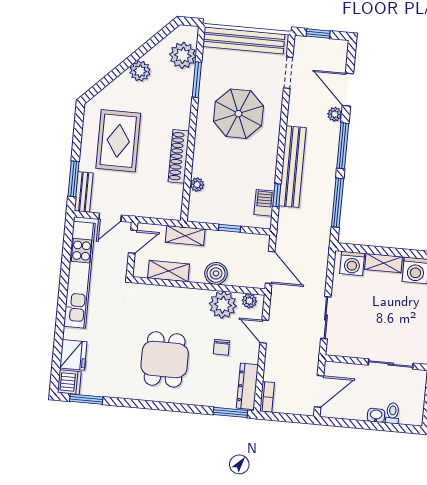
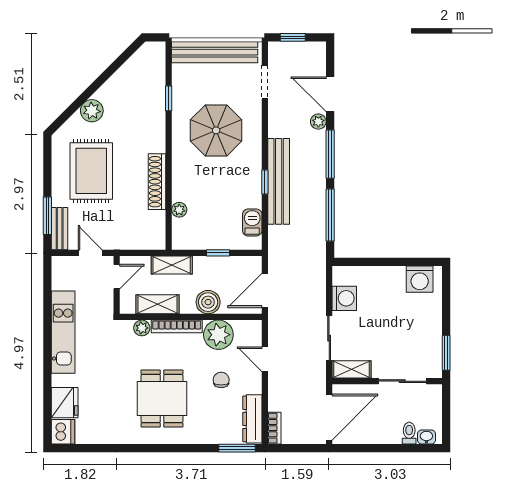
plant: (183, 55) -> (151, 74), removed
plant: (140, 71) -> (92, 111), moved
window: (197, 80) -> (169, 98), width x0.67
window: (277, 195) -> (265, 182), moved
door: (110, 217) -> (90, 253), swing flipped
washing machine: (352, 263) -> (344, 298), moved, turned -90
shelving: (383, 263) -> (352, 369), moved
door: (270, 267) -> (265, 290), swing flipped
kitchen unit: (79, 275) -> (63, 332), width x0.73
bookcase: (185, 293) -> (177, 326), added
plant: (249, 301) -> (142, 328), moved
chair: (221, 347) -> (221, 380), turned 180
door: (319, 391) -> (329, 417), width x1.36
window: (86, 399) -> (83, 448), removed
washbasin: (376, 415) -> (426, 437), moved

